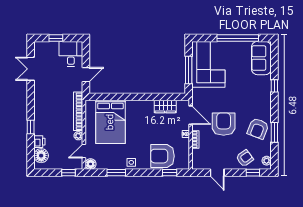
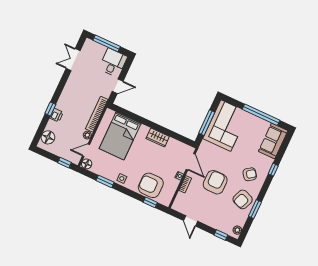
window: (56, 38) -> (107, 43), width x2.17
wardrobe: (165, 106) -> (158, 138), moved
printer: (39, 142) -> (56, 115), moved
armchair: (245, 158) -> (250, 174), moved

